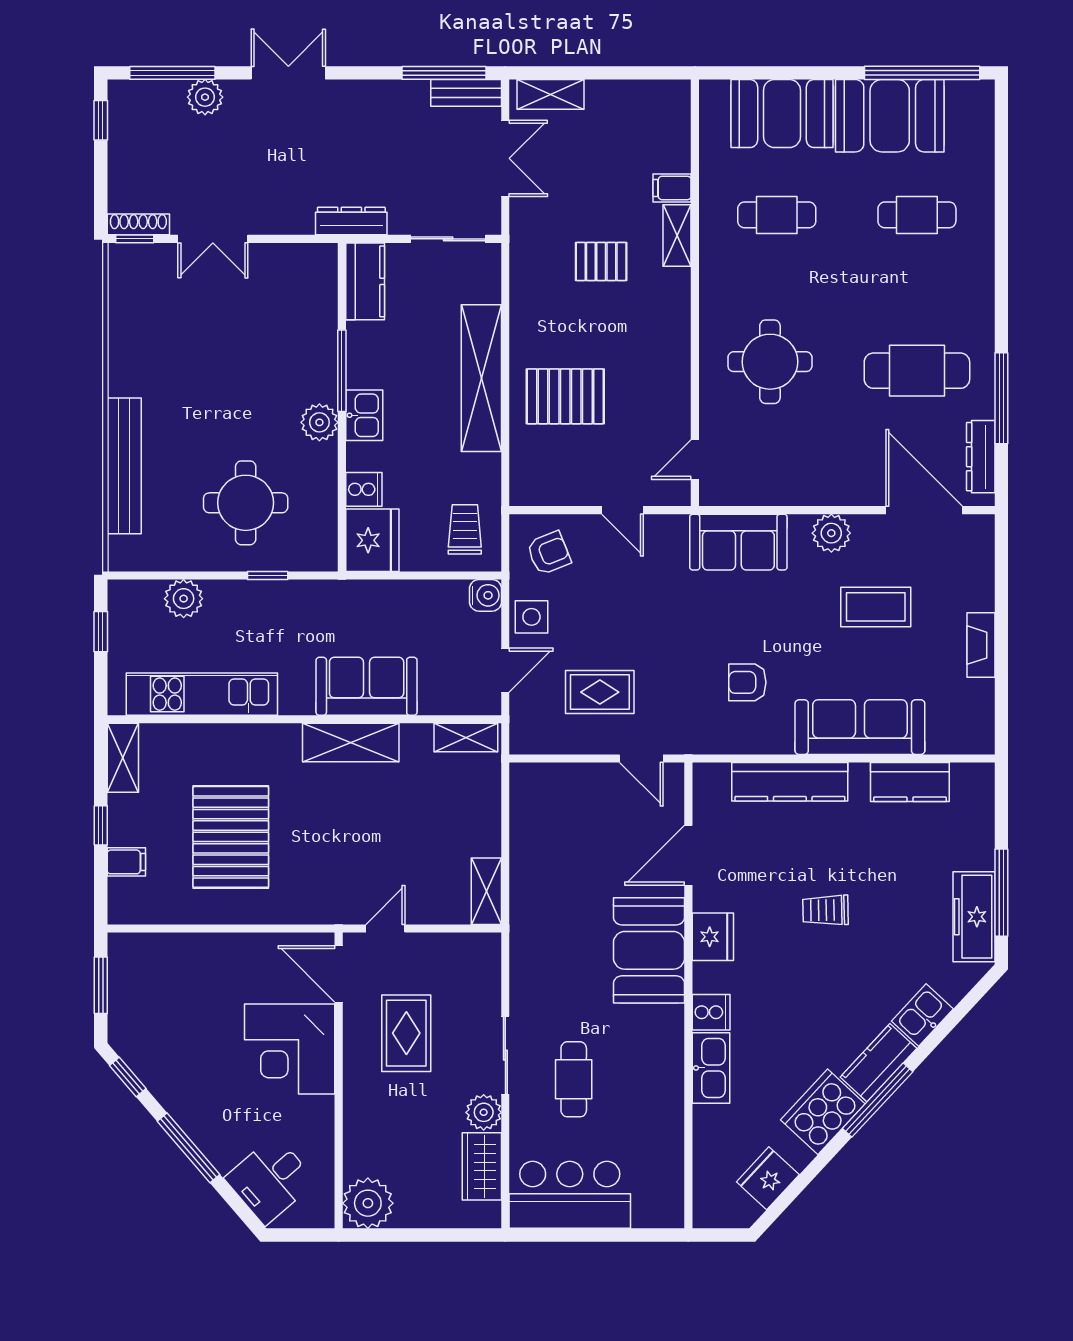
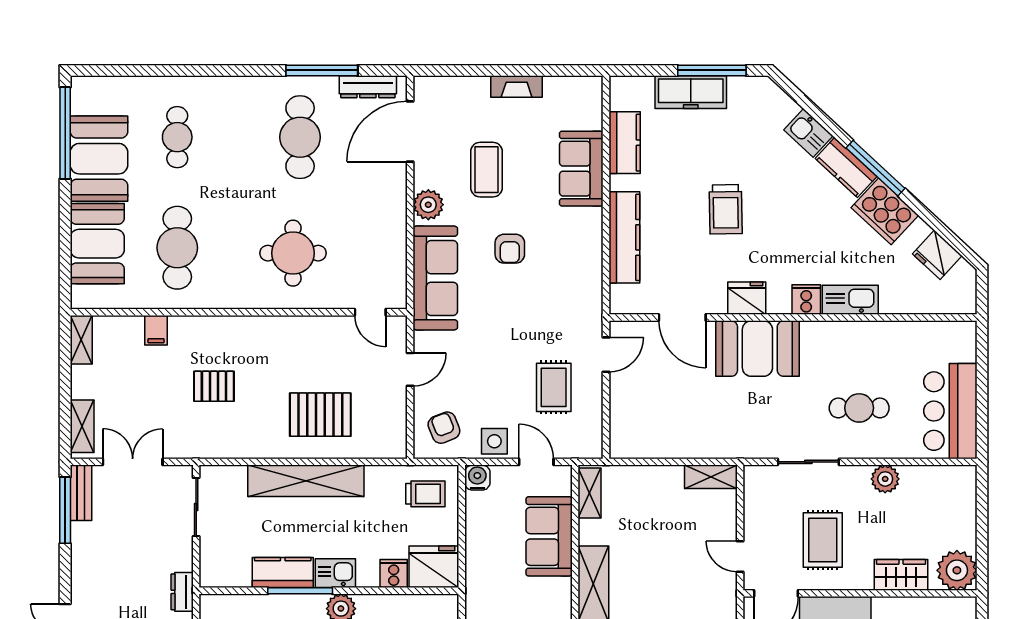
cafe table: (777, 215) -> (177, 248), width x1.37, depth x1.35
dresser: (351, 221) -> (182, 592), width x0.70
shelving: (677, 236) -> (81, 340), moved, turned 90
pallet: (601, 261) -> (214, 386), turned 90
kitchen counter: (365, 281) -> (283, 572), moved
pallet: (565, 396) -> (320, 415), turned 90
trolley: (465, 529) -> (425, 494), turned 180
sofa: (738, 542) -> (435, 278), width x1.36
armchair: (747, 682) -> (510, 249), moved
sofa: (367, 686) -> (549, 536), moved
sofa: (860, 727) -> (581, 169), width x0.73
trolley: (825, 910) -> (726, 209), width x1.36, depth x1.39
freezer: (974, 917) -> (691, 92), moved
rug: (406, 1033) -> (823, 540), turned 90
sliding door: (505, 1055) -> (808, 462), moved
wardrobe: (482, 1166) -> (901, 575), moved, turned 180

